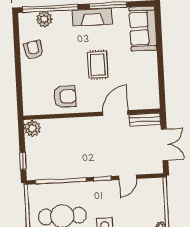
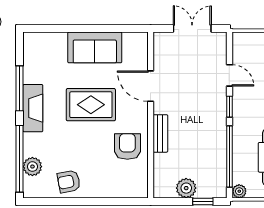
sofa: (143, 29) -> (95, 47), moved
rug: (98, 65) -> (91, 105), width x1.36, depth x1.43
bench: (145, 119) -> (160, 133), moved
plant: (32, 128) -> (186, 188), moved
plant: (33, 190) -> (239, 191), added

